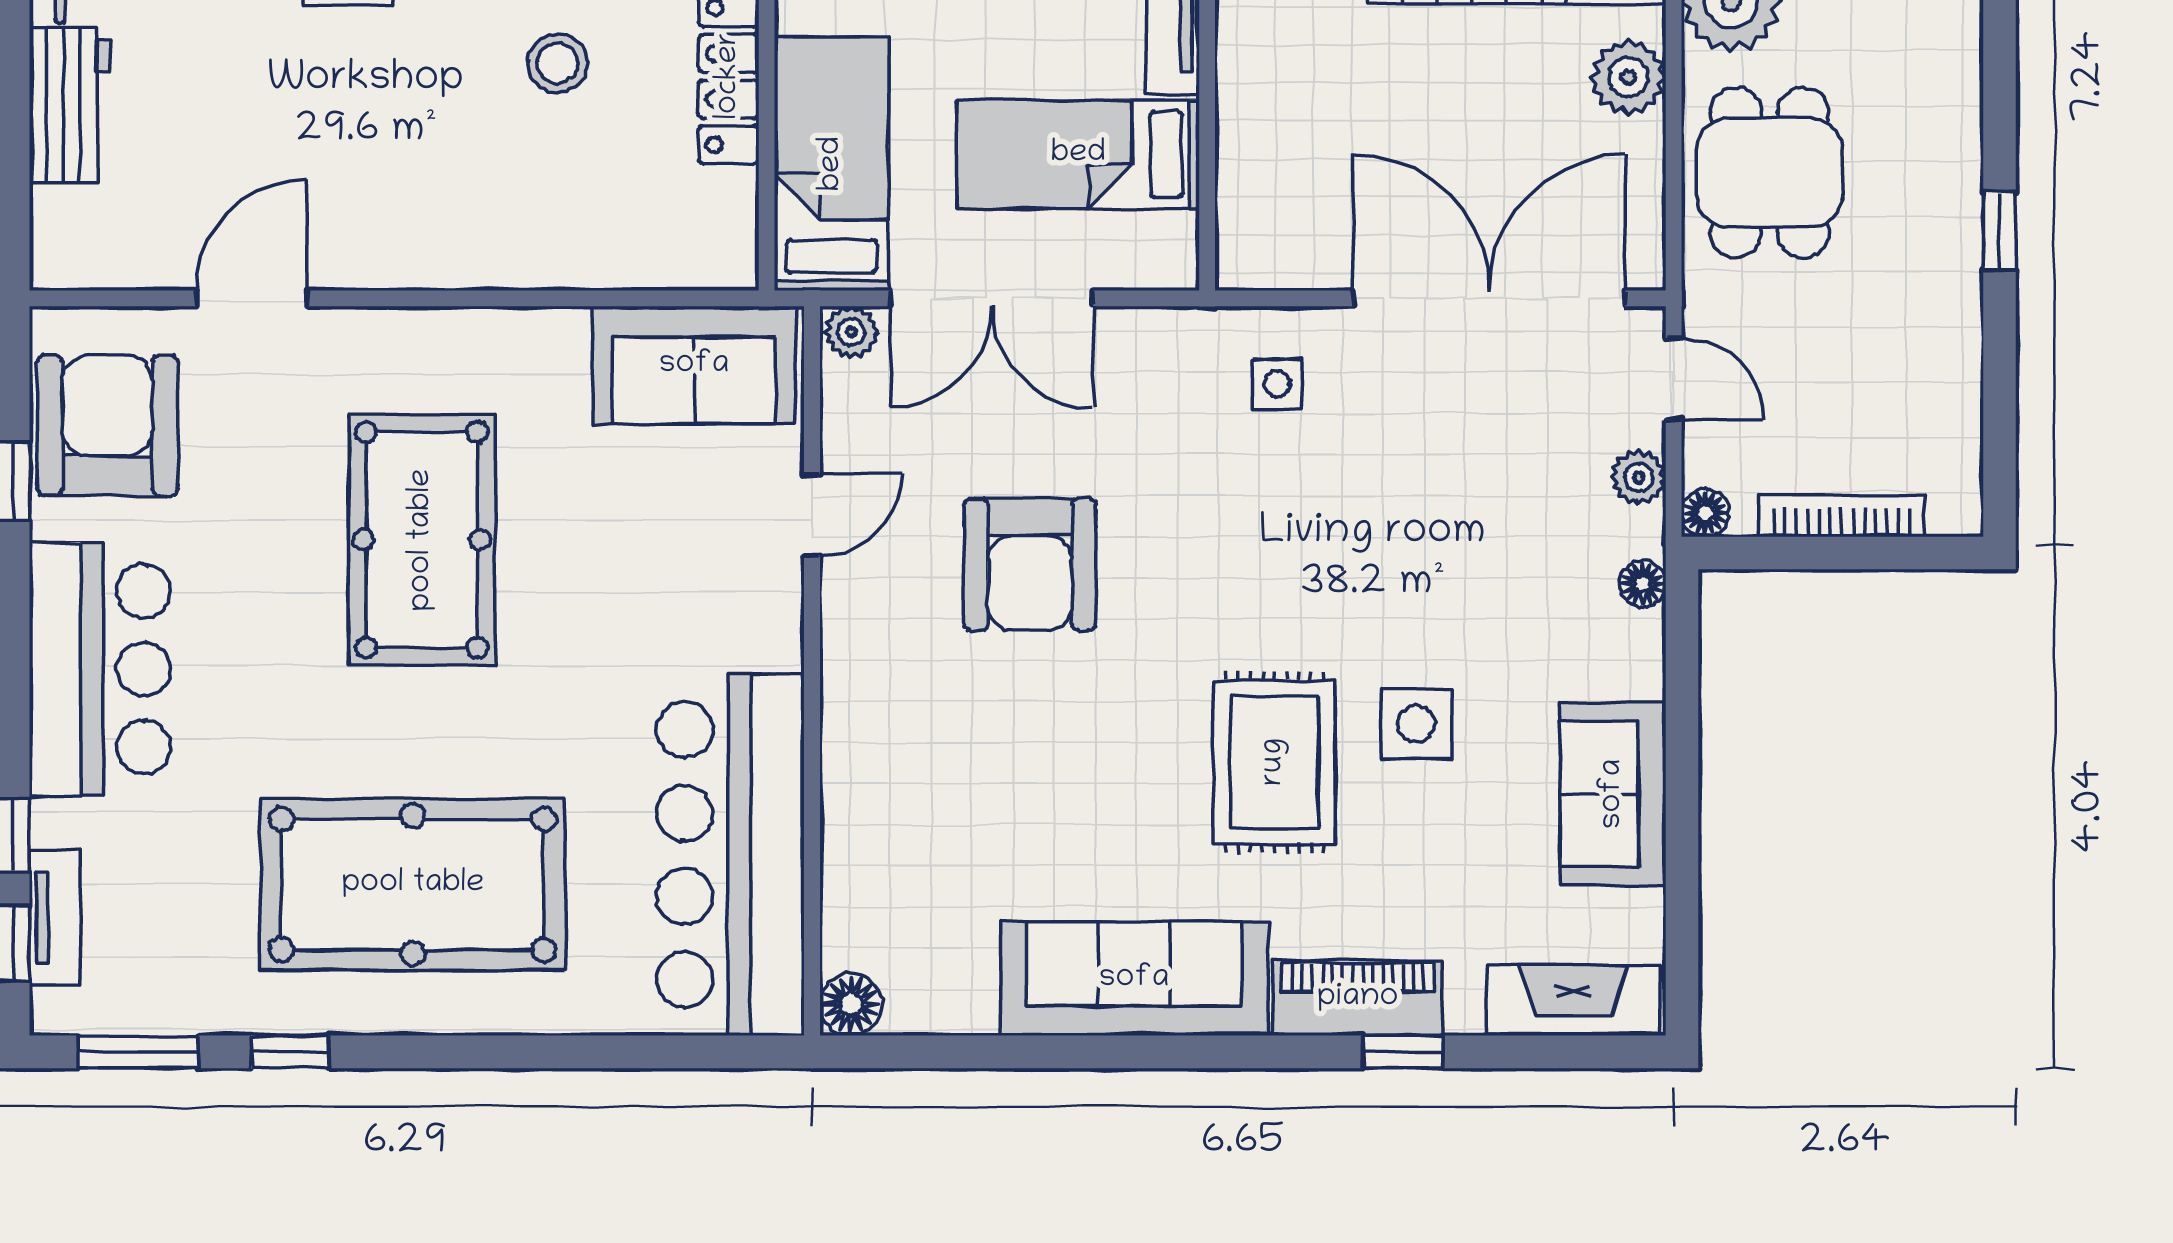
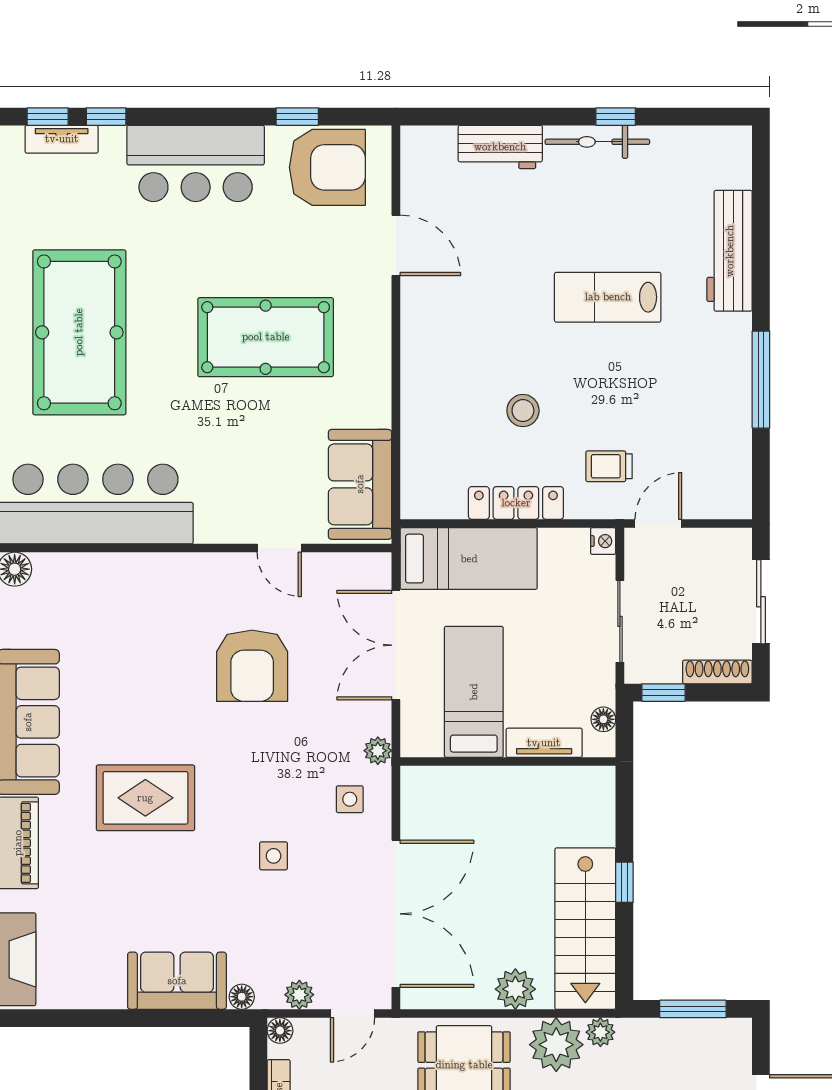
plant: (851, 332) -> (378, 751), moved
armchair: (1030, 565) -> (252, 666), turned -90
side table: (1416, 724) -> (274, 856), moved, width x0.73, depth x0.73
sofa: (1613, 794) -> (177, 981), moved

